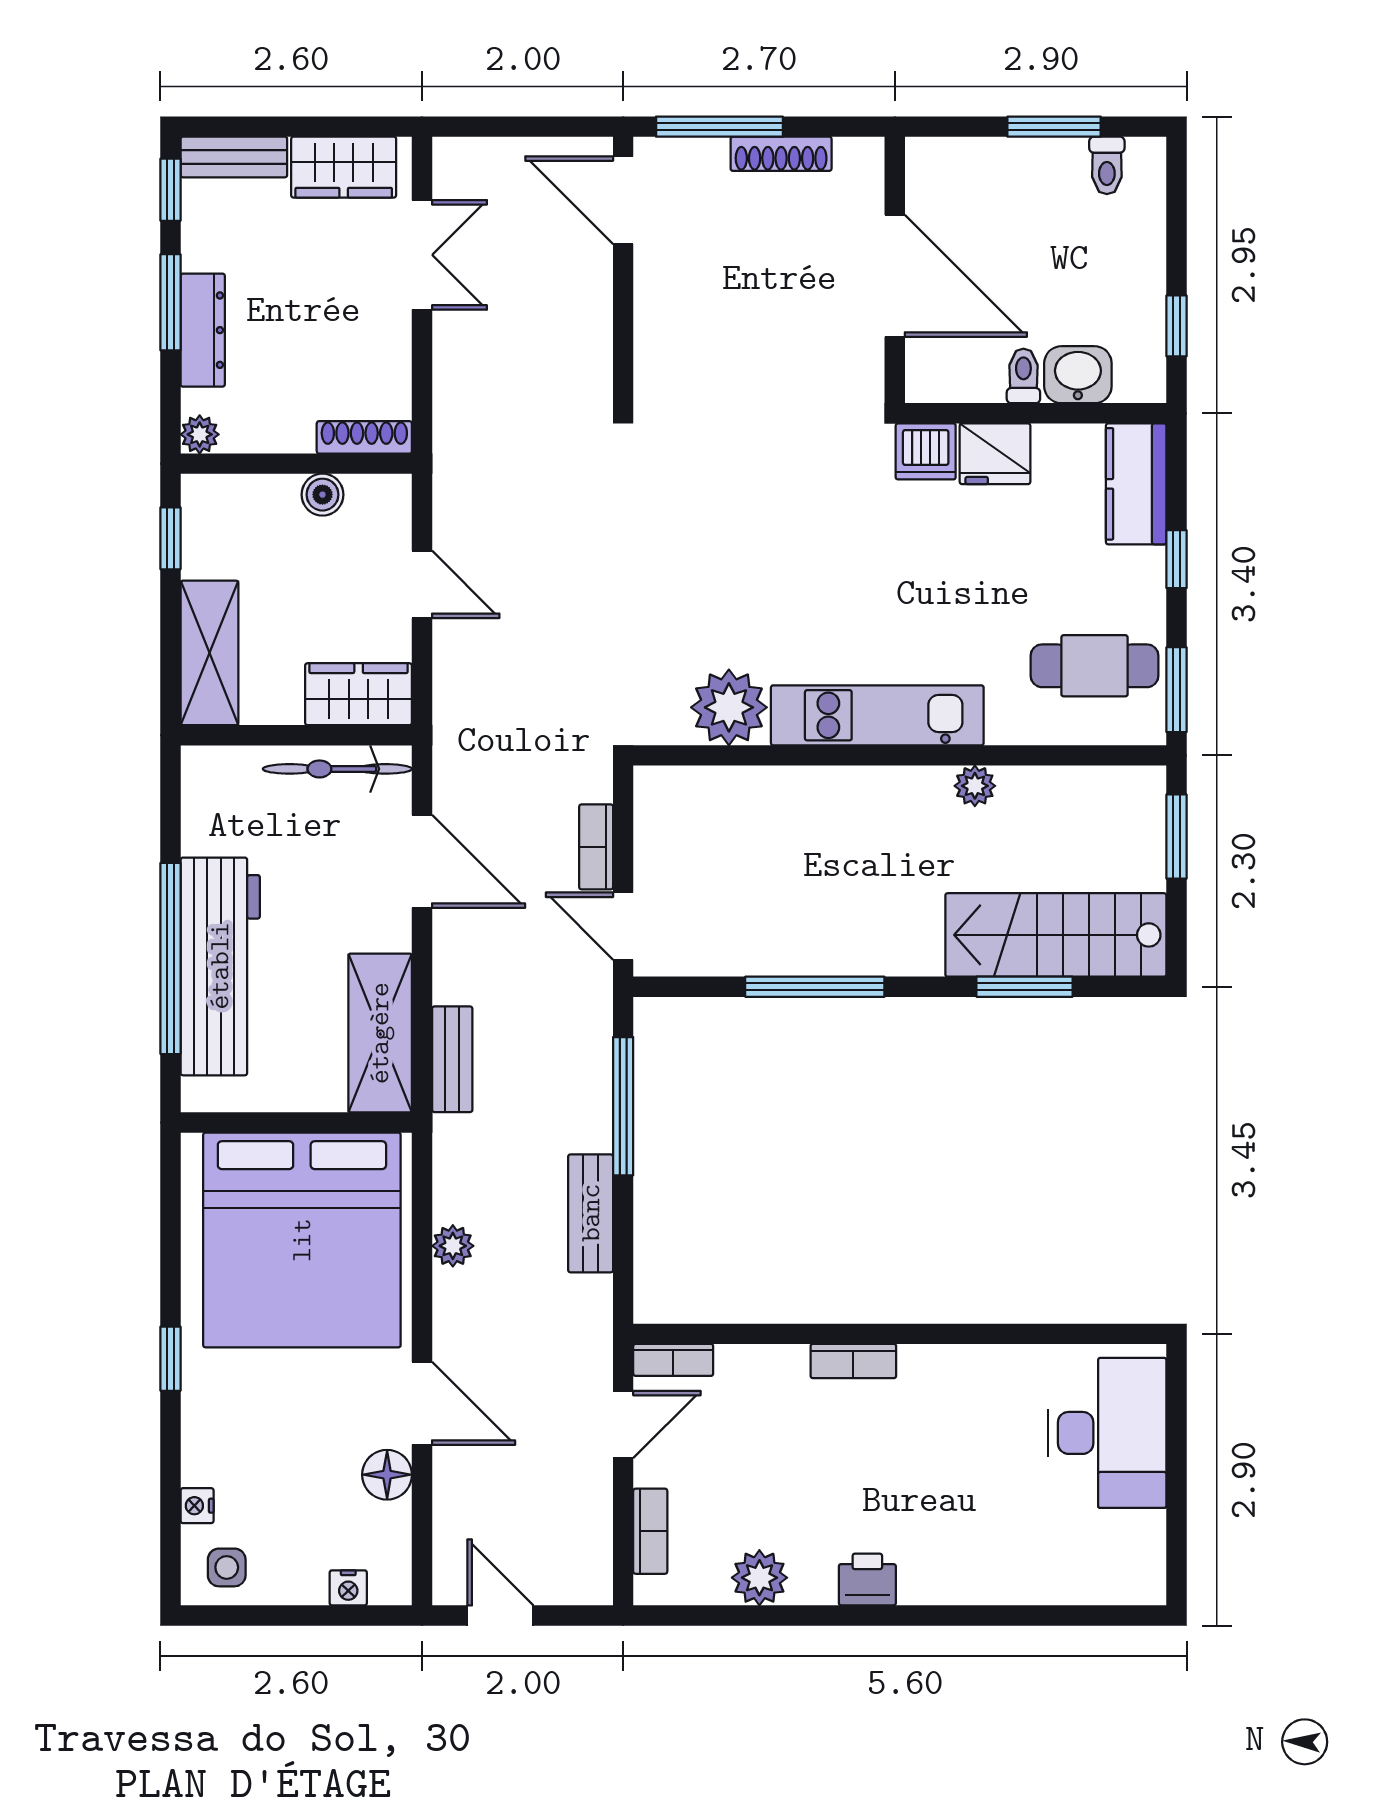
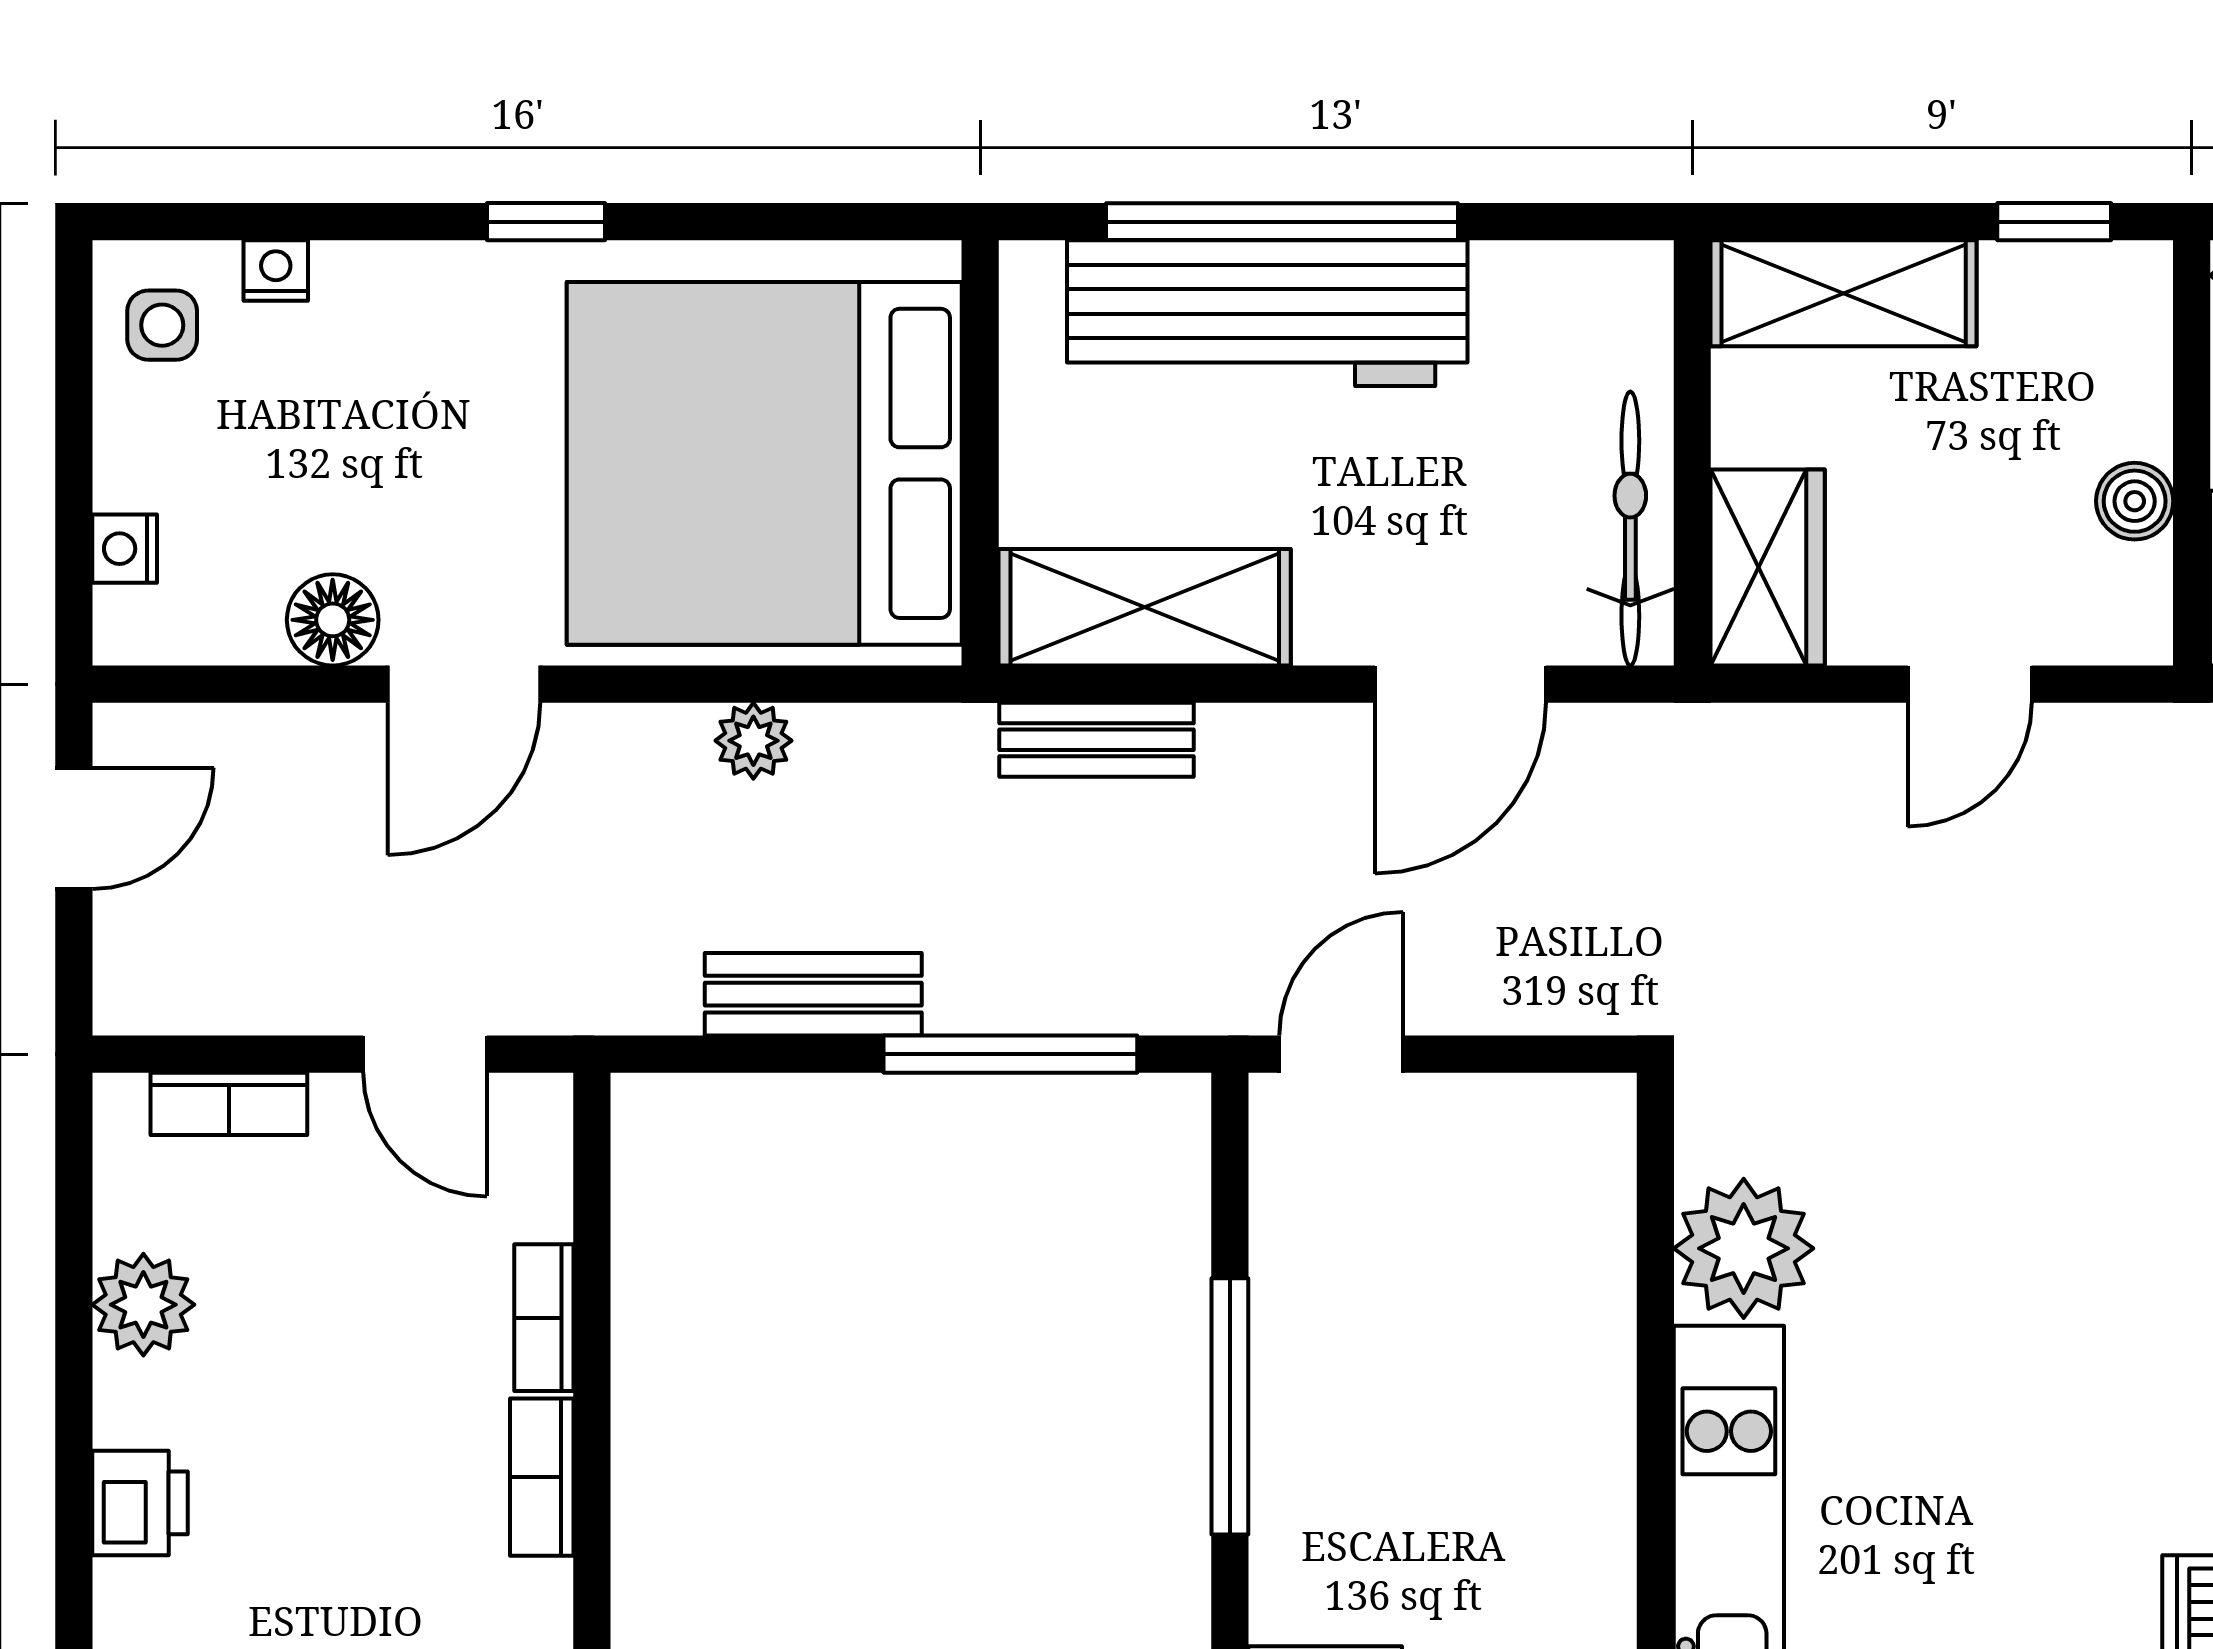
bookcase: (596, 847) -> (1487, 1004), removed
bookcase: (673, 1360) -> (544, 1318), moved

